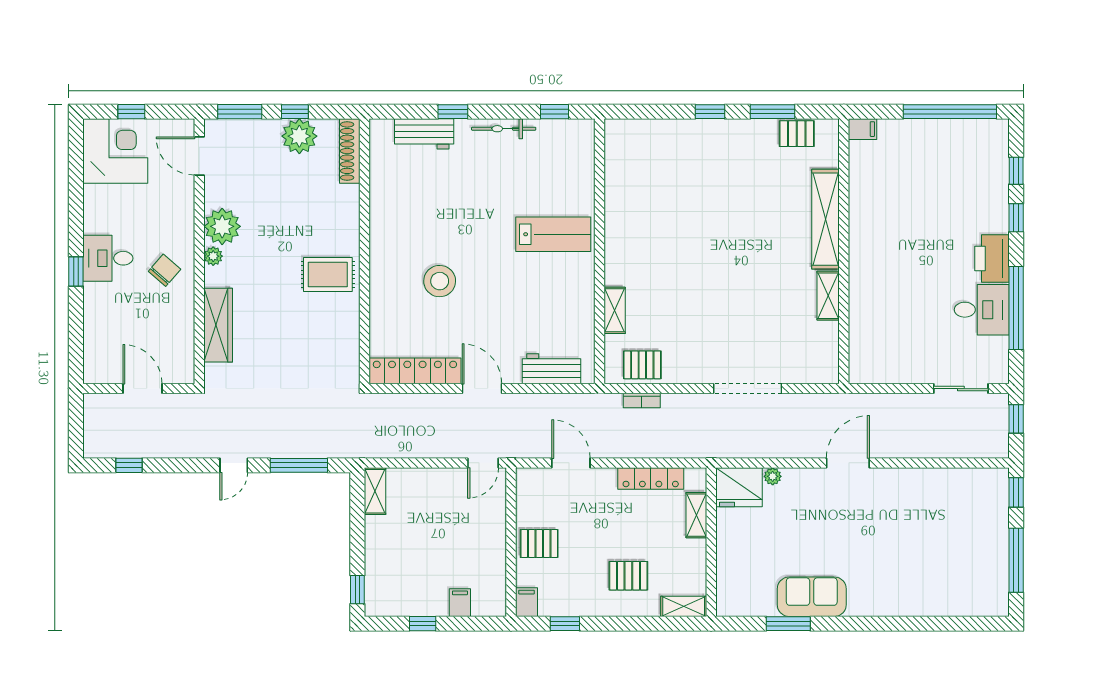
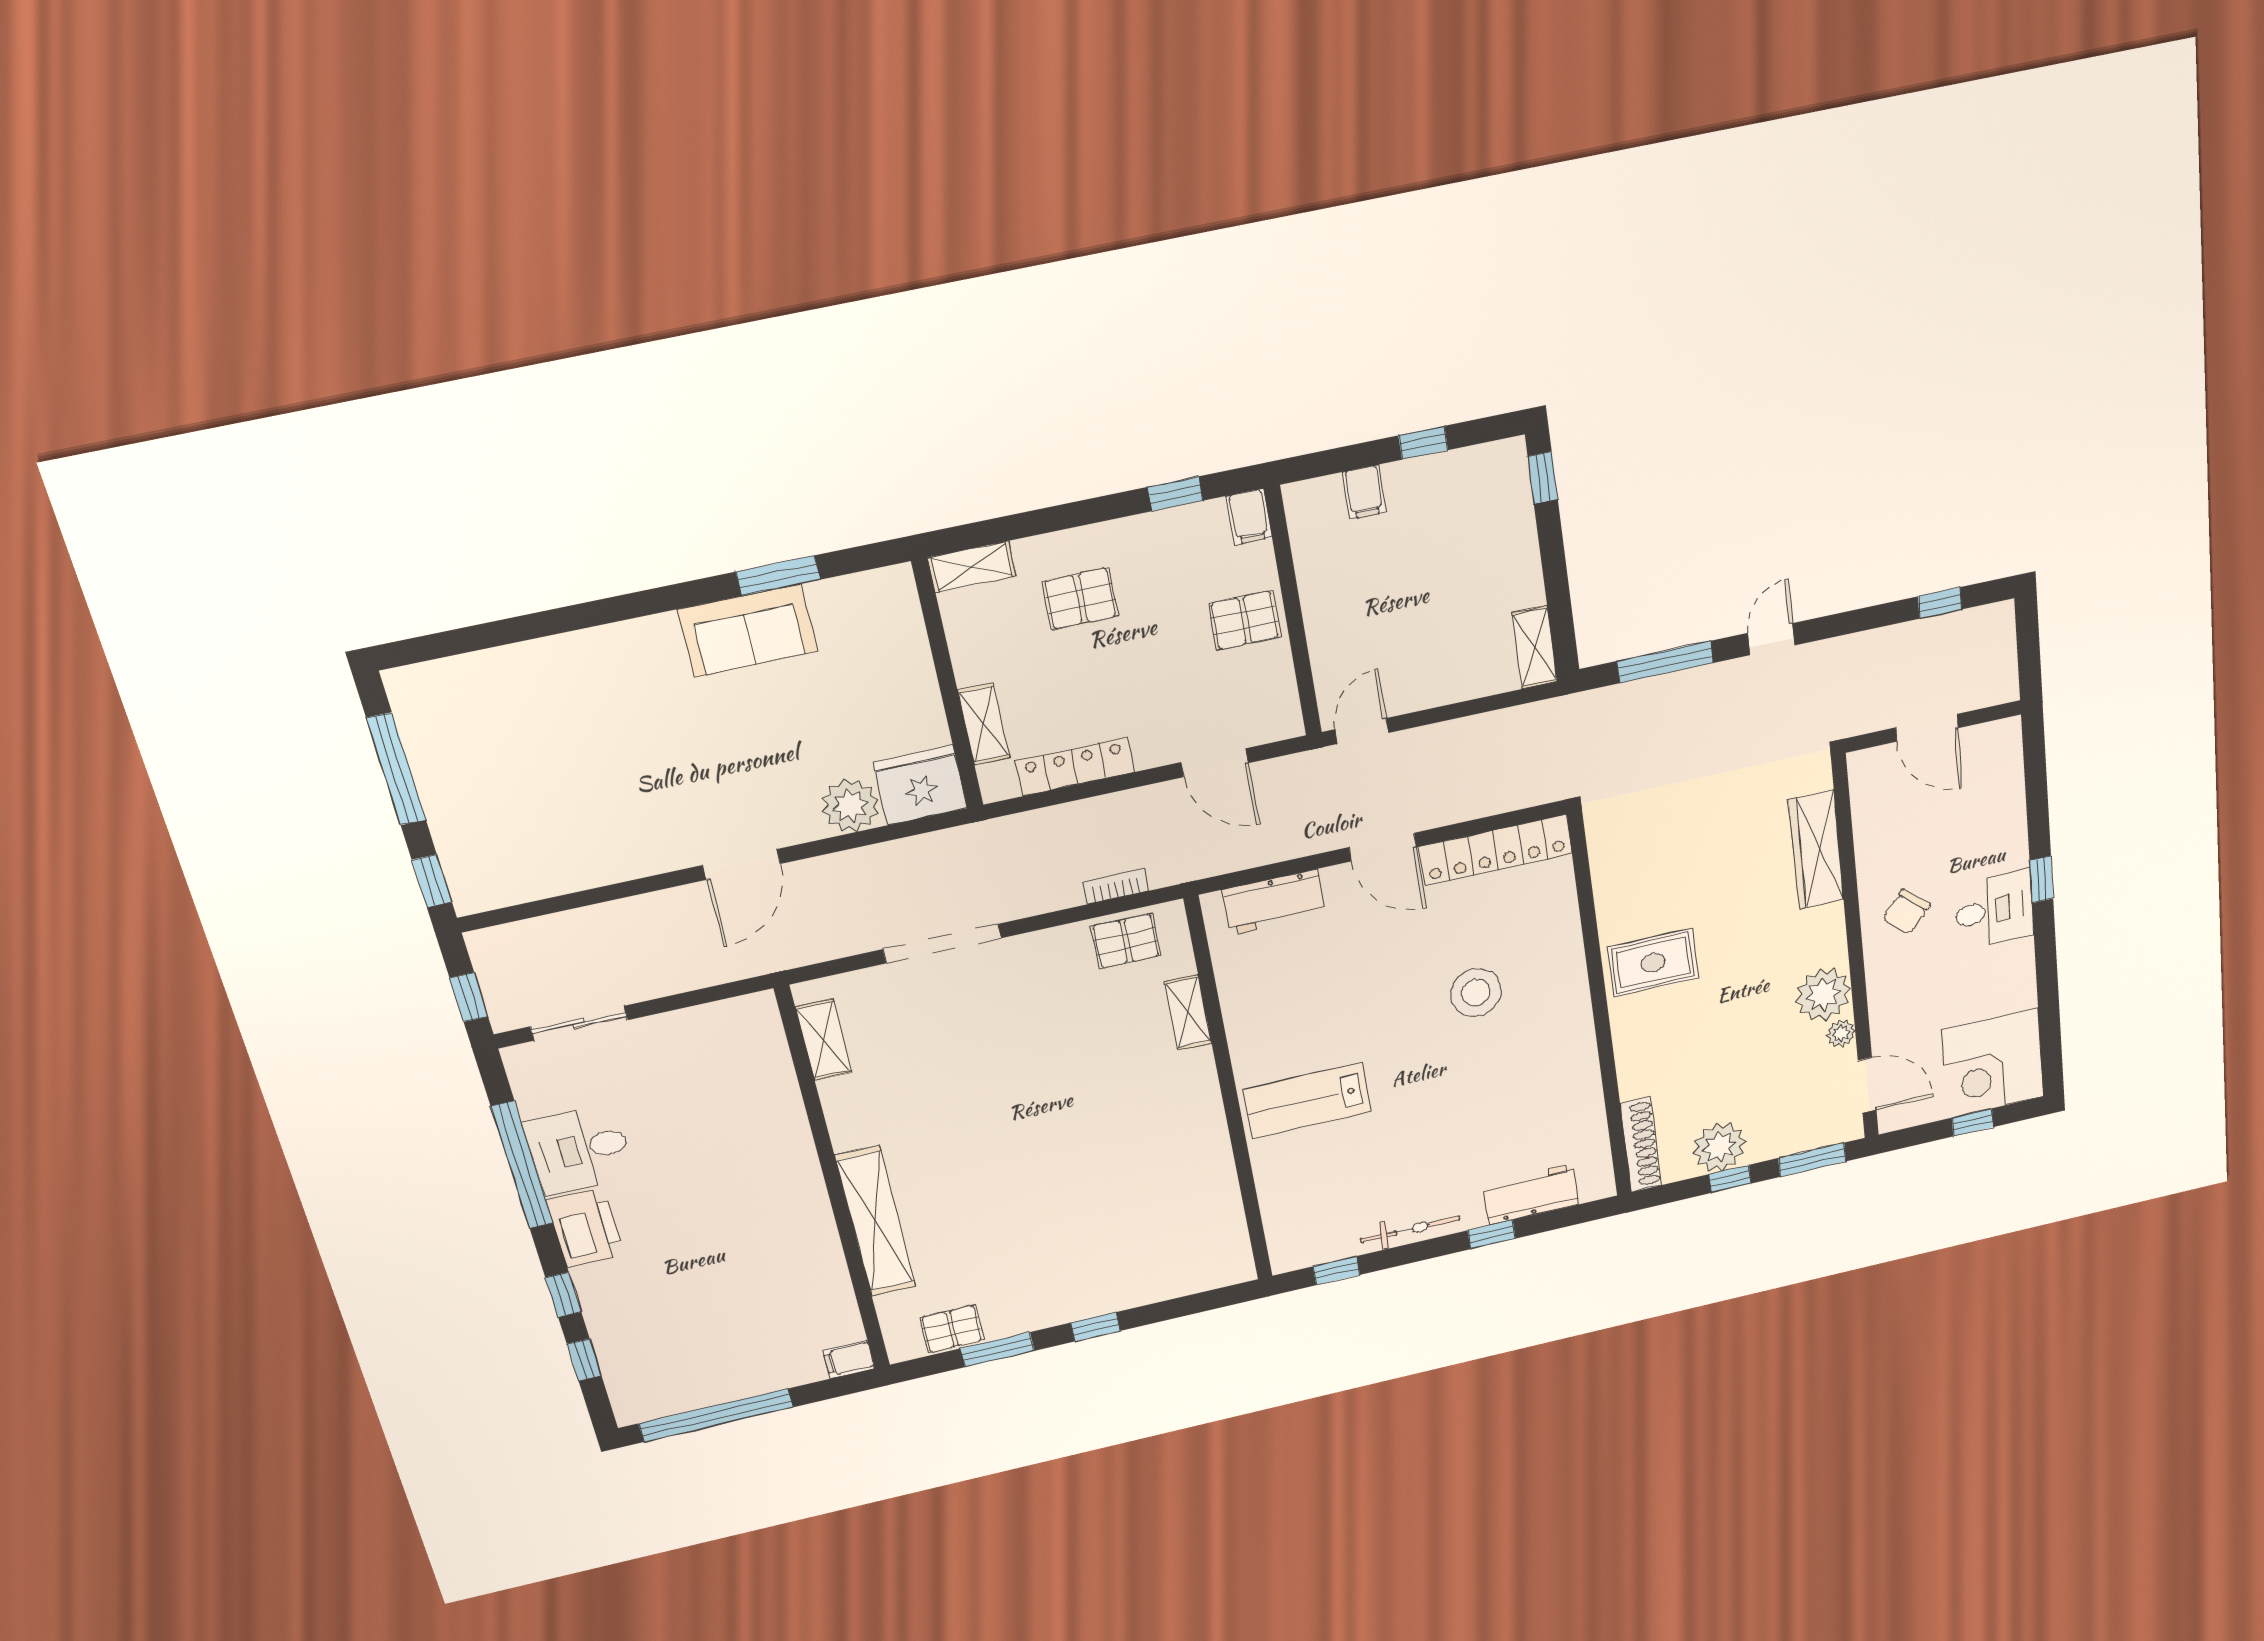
plant: (213, 256) -> (1841, 1033), moved
shelving: (828, 296) -> (823, 1040), moved
plant: (773, 476) -> (850, 806), width x1.88, depth x1.88

